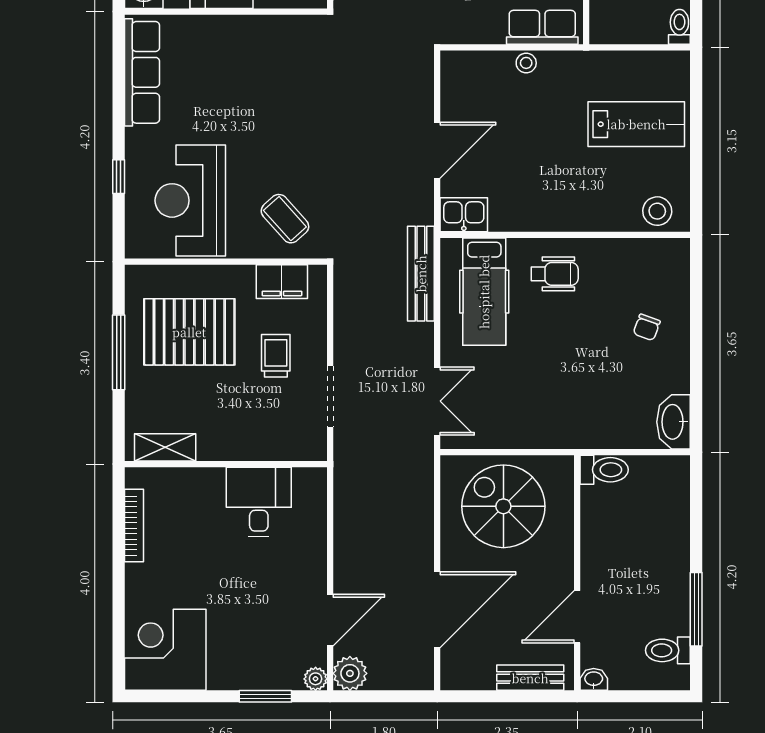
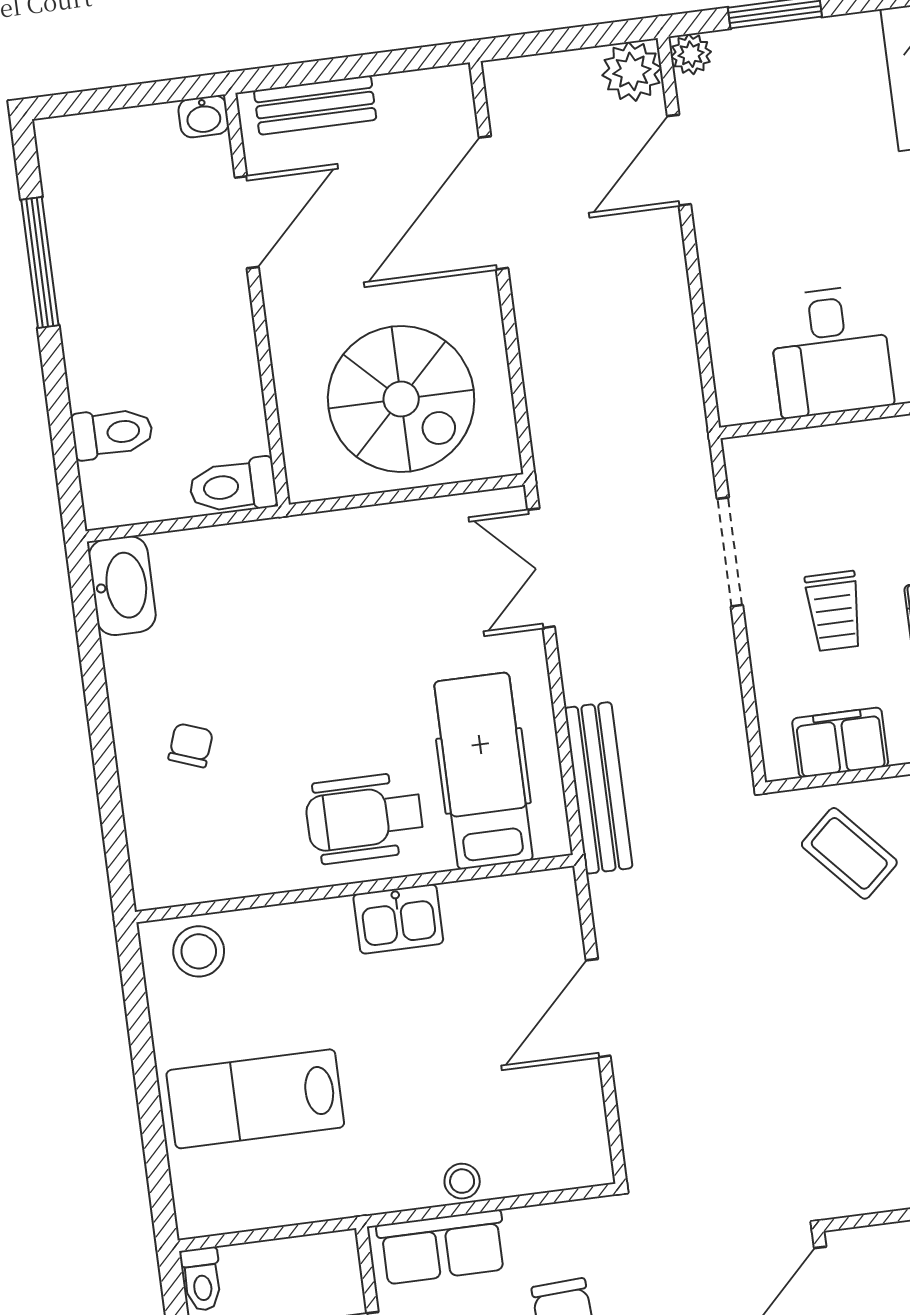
kitchen sink: (464, 215) -> (398, 919), moved
wheelchair: (555, 274) -> (364, 818), width x1.36, depth x1.37
toilet: (668, 650) -> (112, 433), moved

